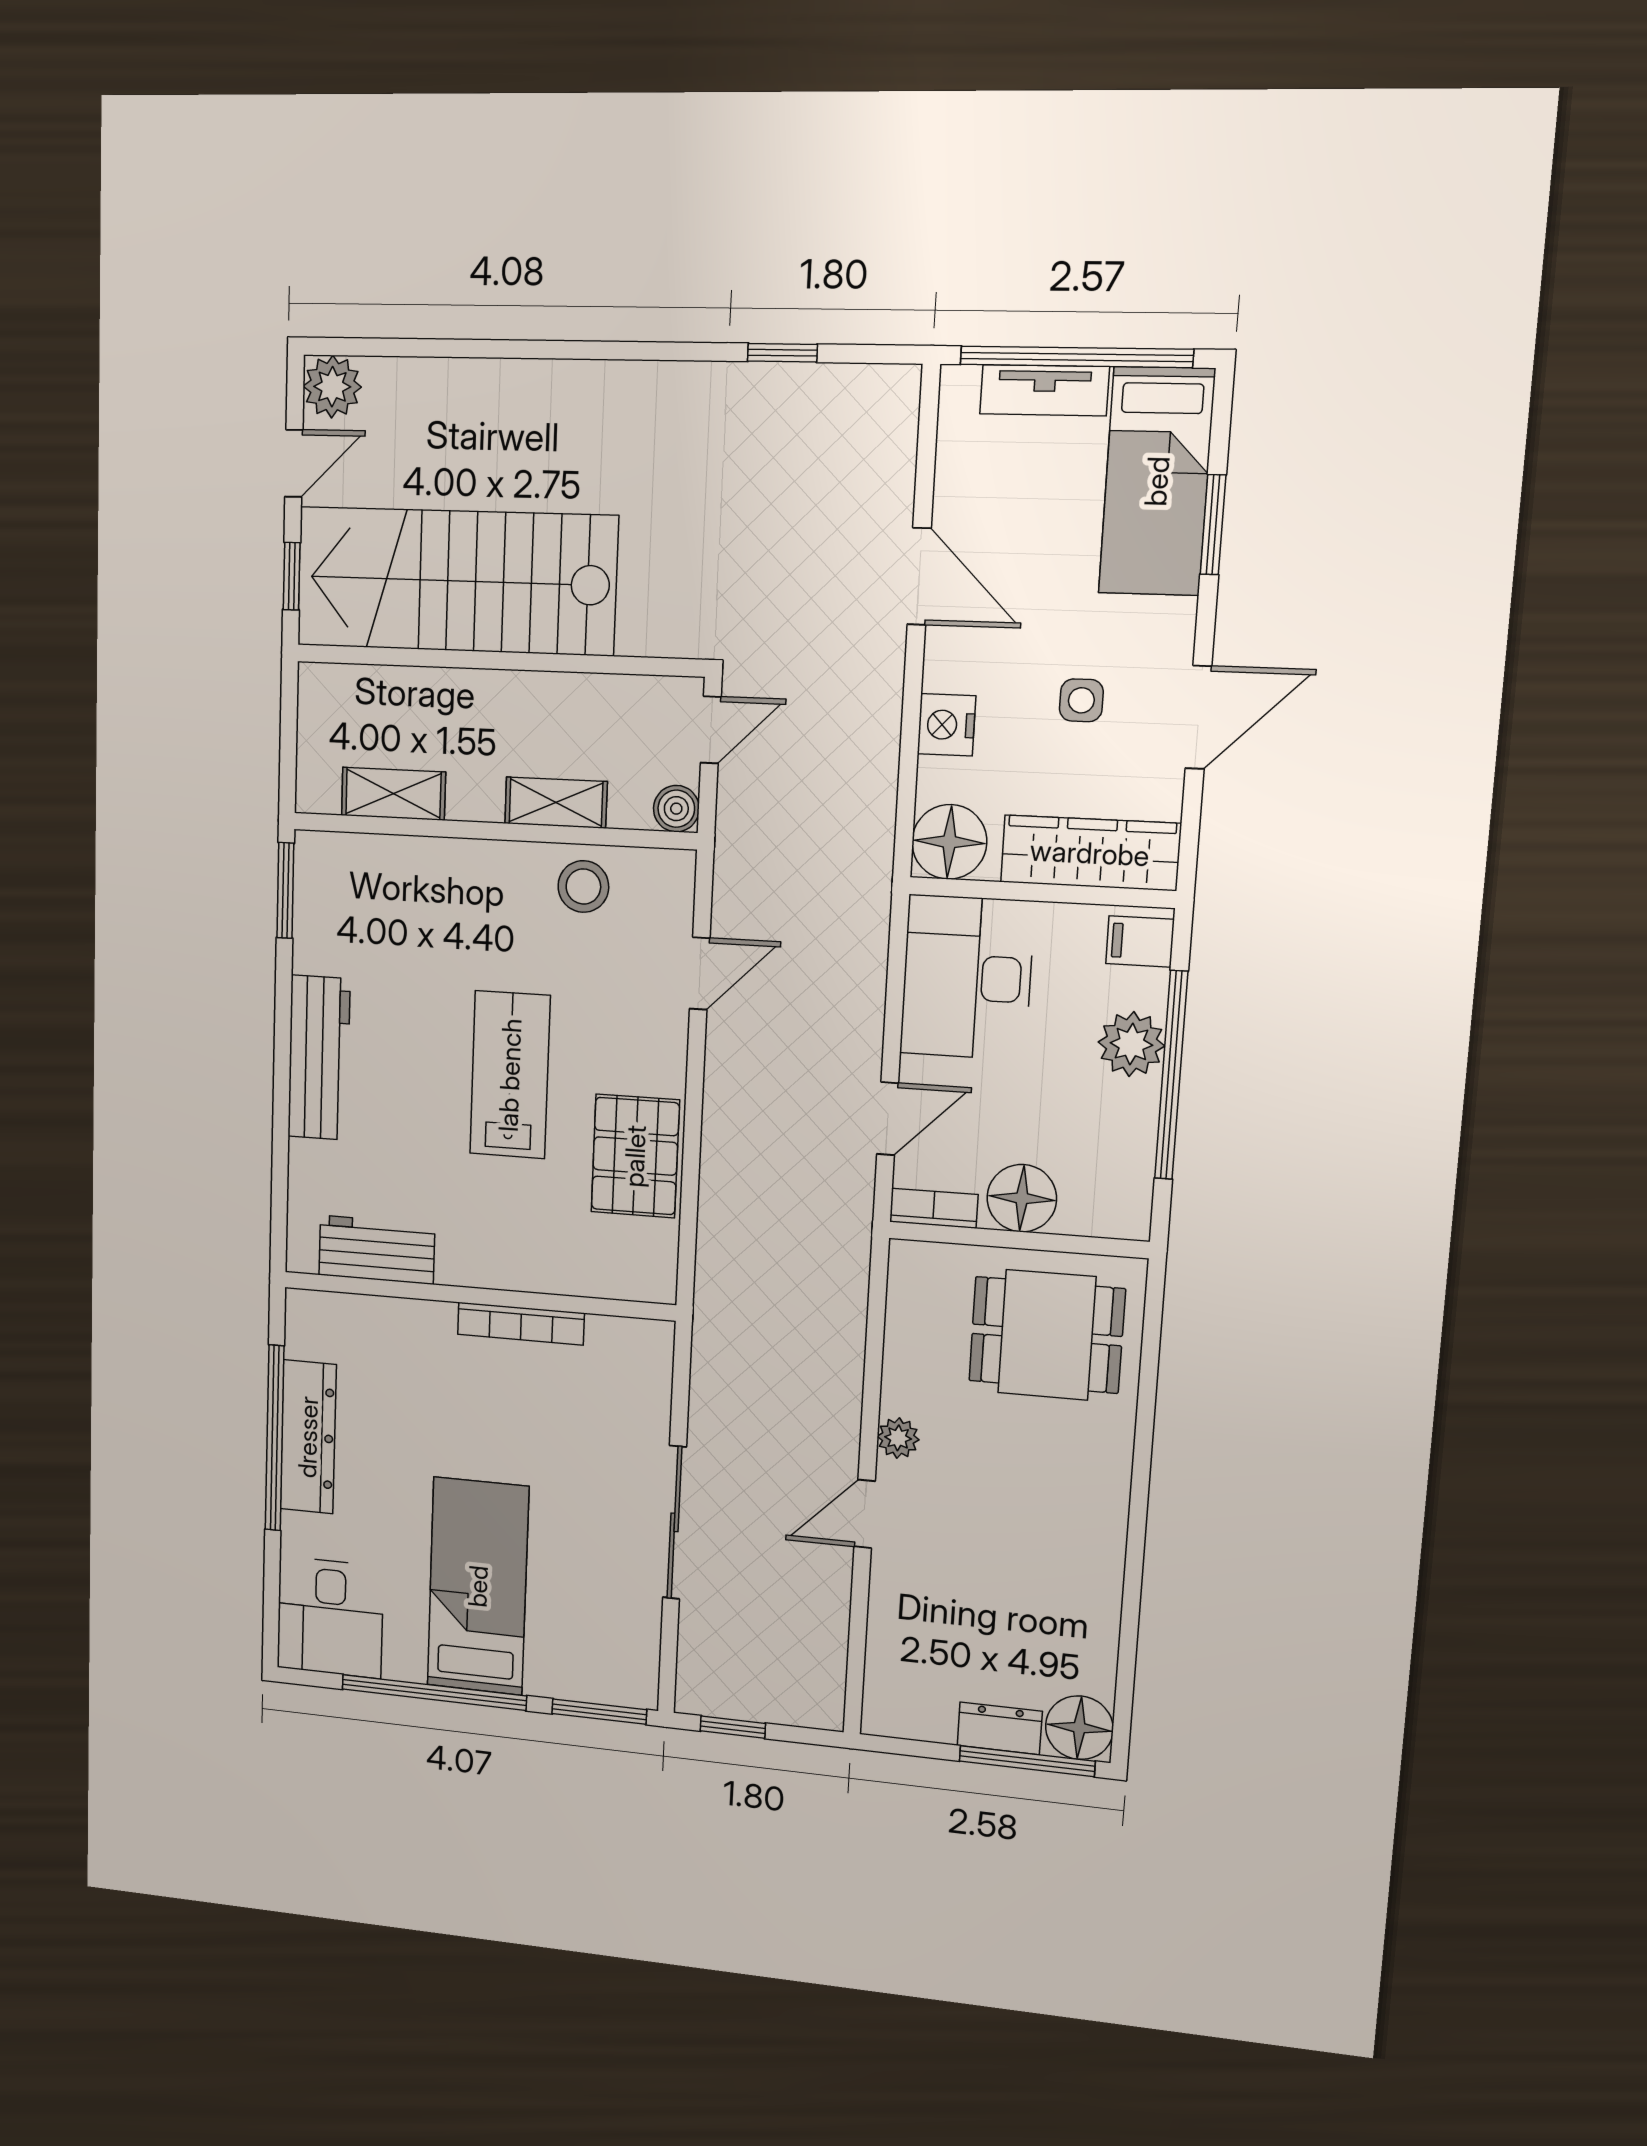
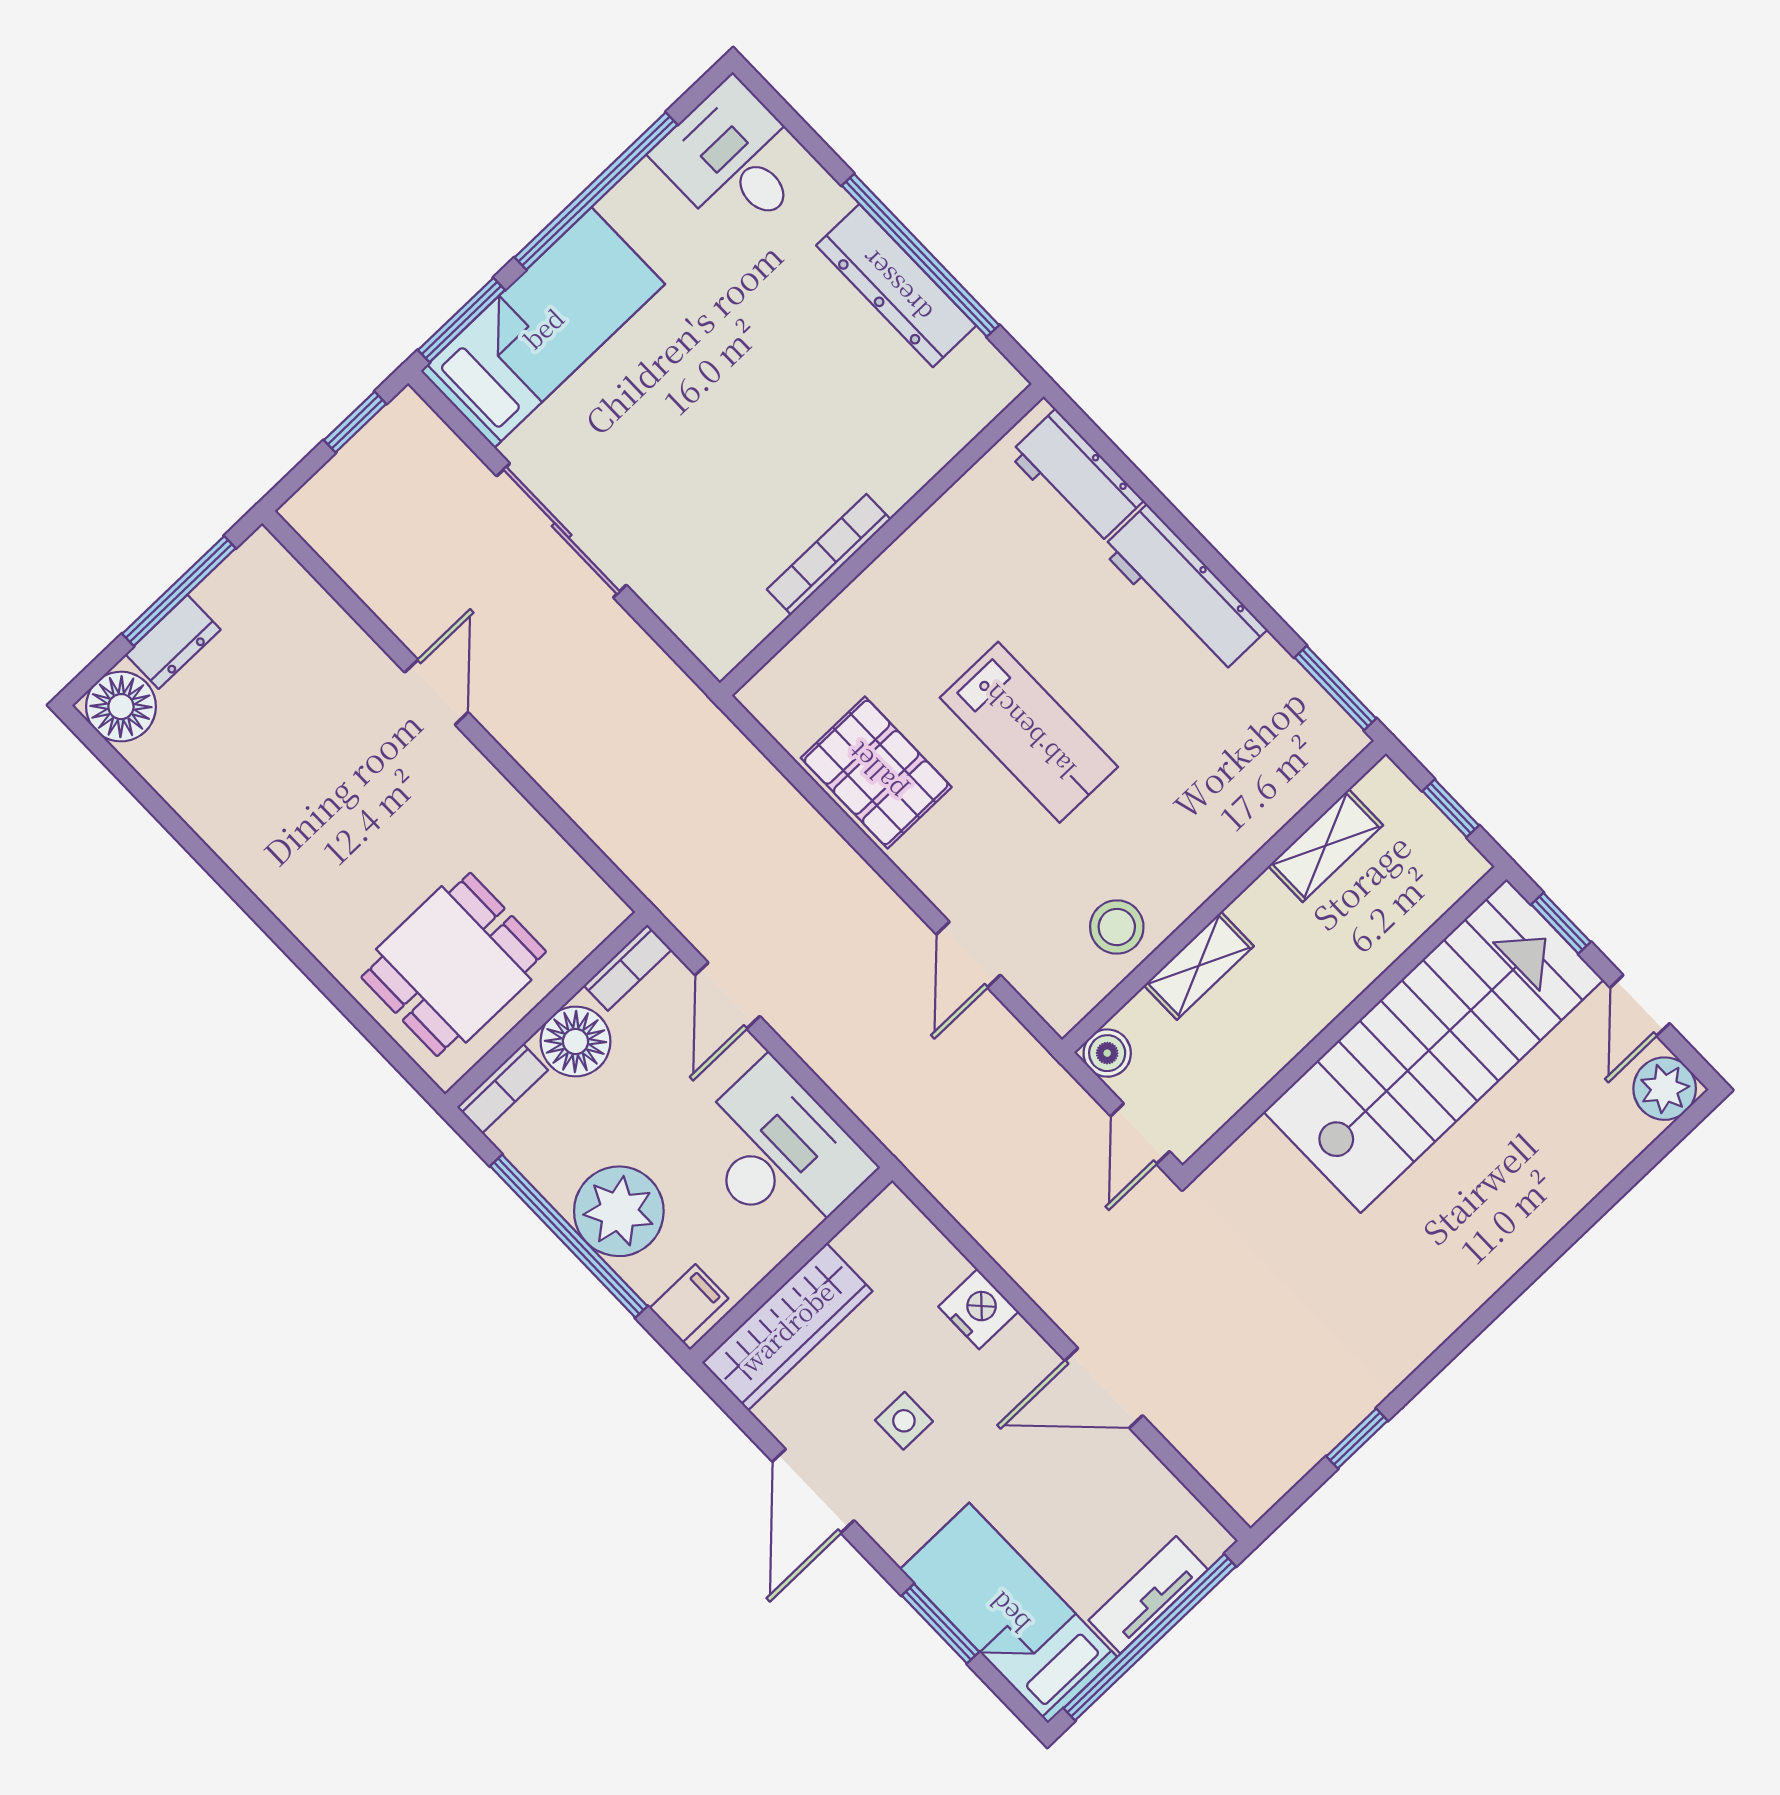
window: (289, 731) -> (1451, 808), added
floor lamp: (949, 842) -> (891, 1233), removed
plant: (1131, 1044) -> (619, 1211), width x1.36, depth x1.36
bookcase: (1105, 1221) -> (502, 1089), added
workbench: (377, 1250) -> (1076, 477), moved, turned 90
plant: (898, 1438) -> (474, 775), removed
bed: (478, 1586) -> (543, 328), moved, turned -90
window: (1027, 1761) -> (179, 591), moved

